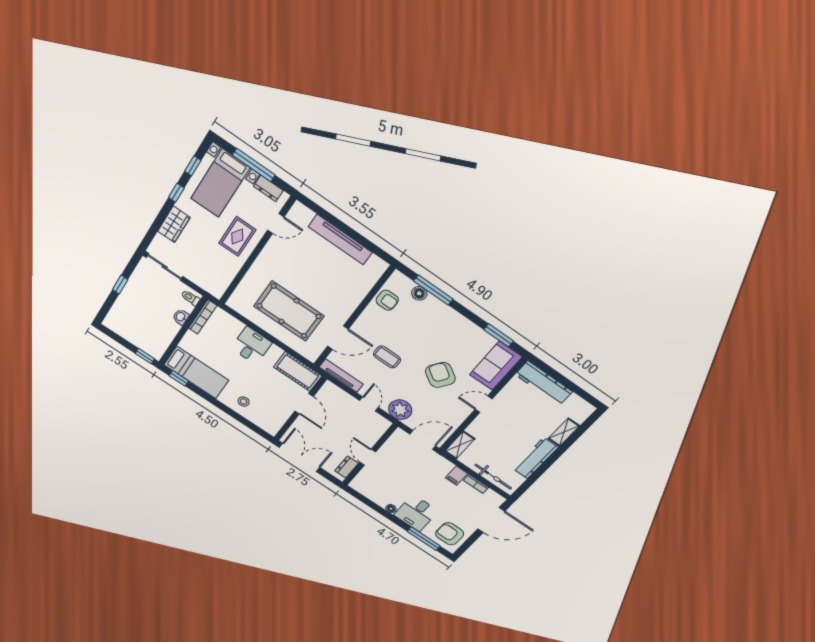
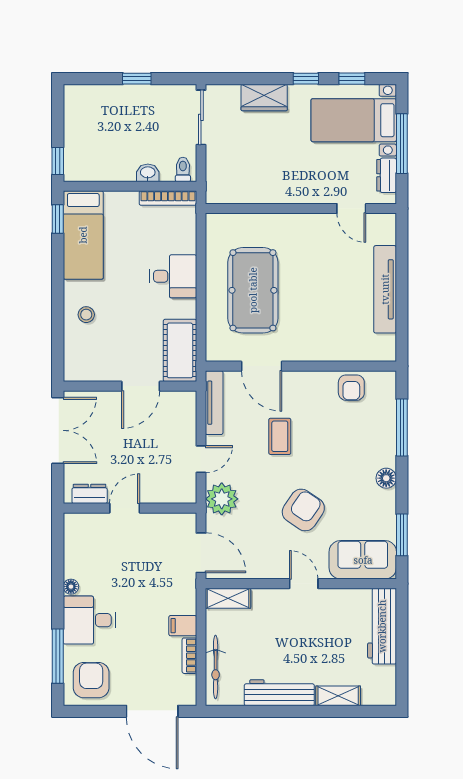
rug: (237, 237) -> (303, 176), removed
floor lamp: (419, 293) -> (386, 478), moved

